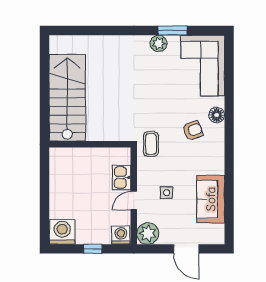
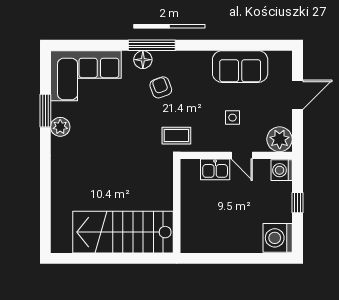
window: (229, 123) -> (152, 45), added

